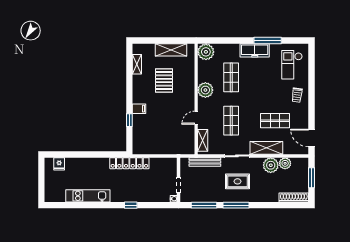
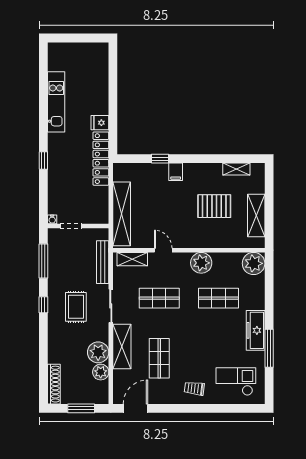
shelving: (170, 148) -> (122, 214), added
fridge: (59, 164) -> (100, 123), moved
window: (236, 205) -> (43, 305), width x0.46

